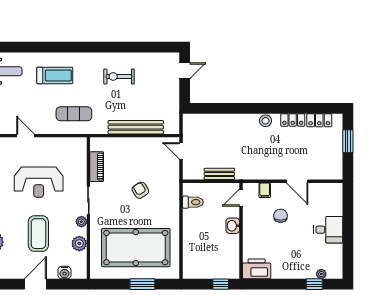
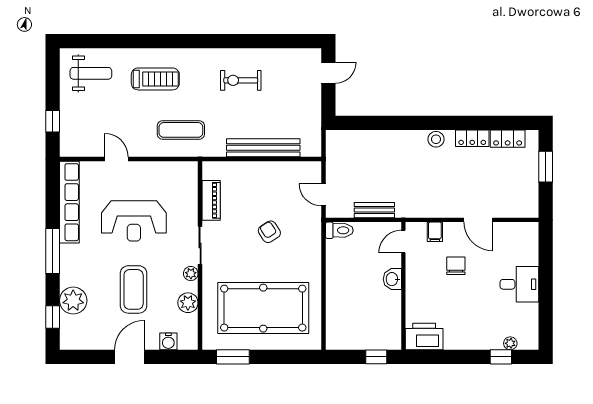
door: (181, 151) -> (323, 195), moved
toilet: (193, 202) -> (339, 230), moved
window: (142, 284) -> (233, 357), moved

